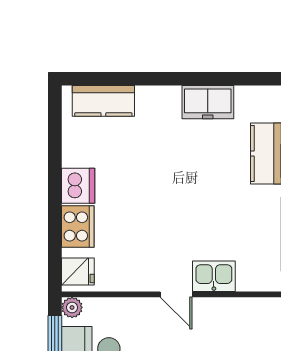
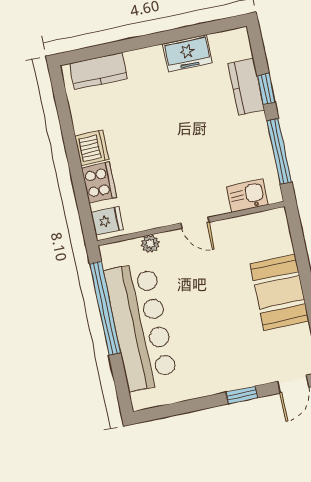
kitchen sink: (214, 276) -> (247, 196), moved
plant: (72, 307) -> (150, 244), moved

